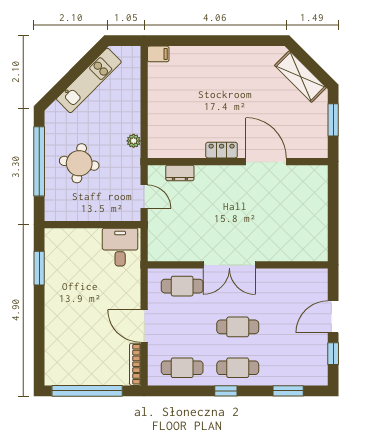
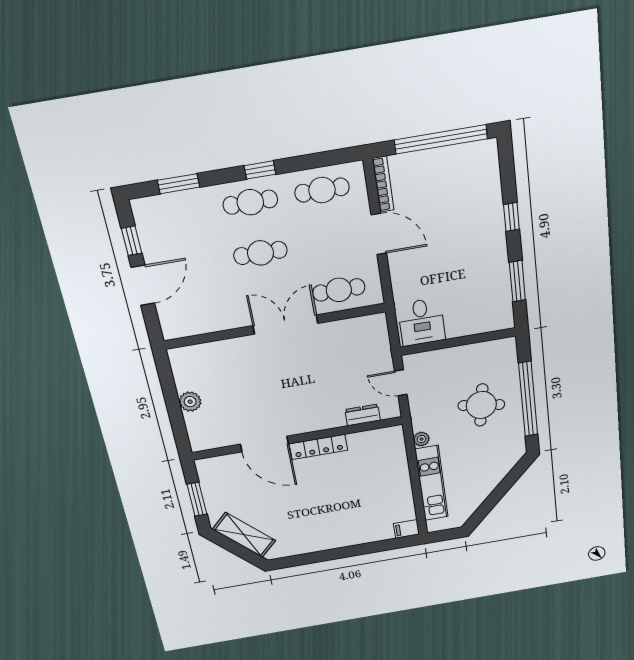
kitchen unit: (89, 80) -> (432, 483), moved, turned 135
locker: (222, 150) -> (318, 447), width x1.53
plant: (319, 212) -> (190, 402), added
window: (39, 322) -> (511, 217), added

